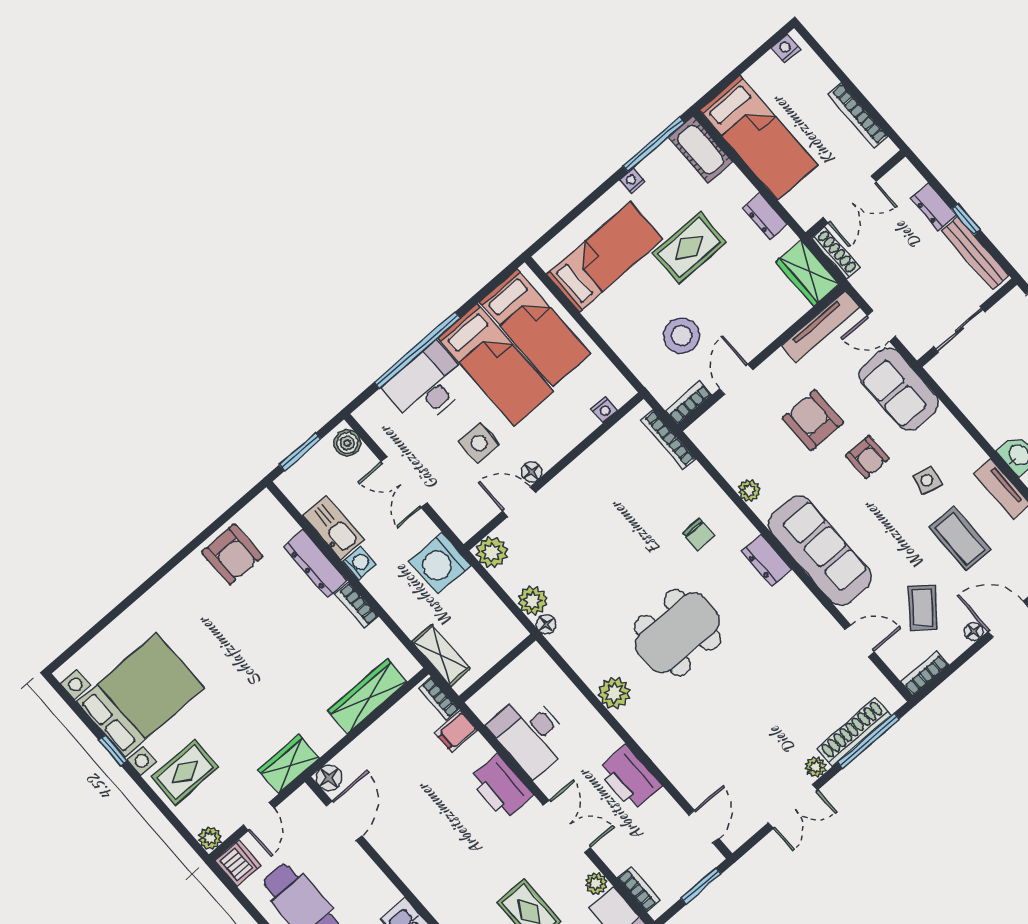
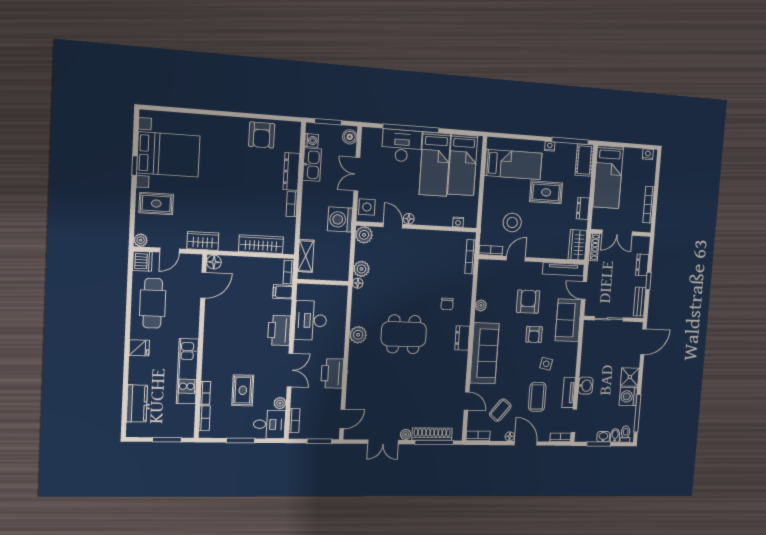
bench: (975, 253) -> (640, 302), width x0.73
side table: (479, 443) -> (367, 207), moved
washing machine: (359, 563) -> (311, 140), moved

